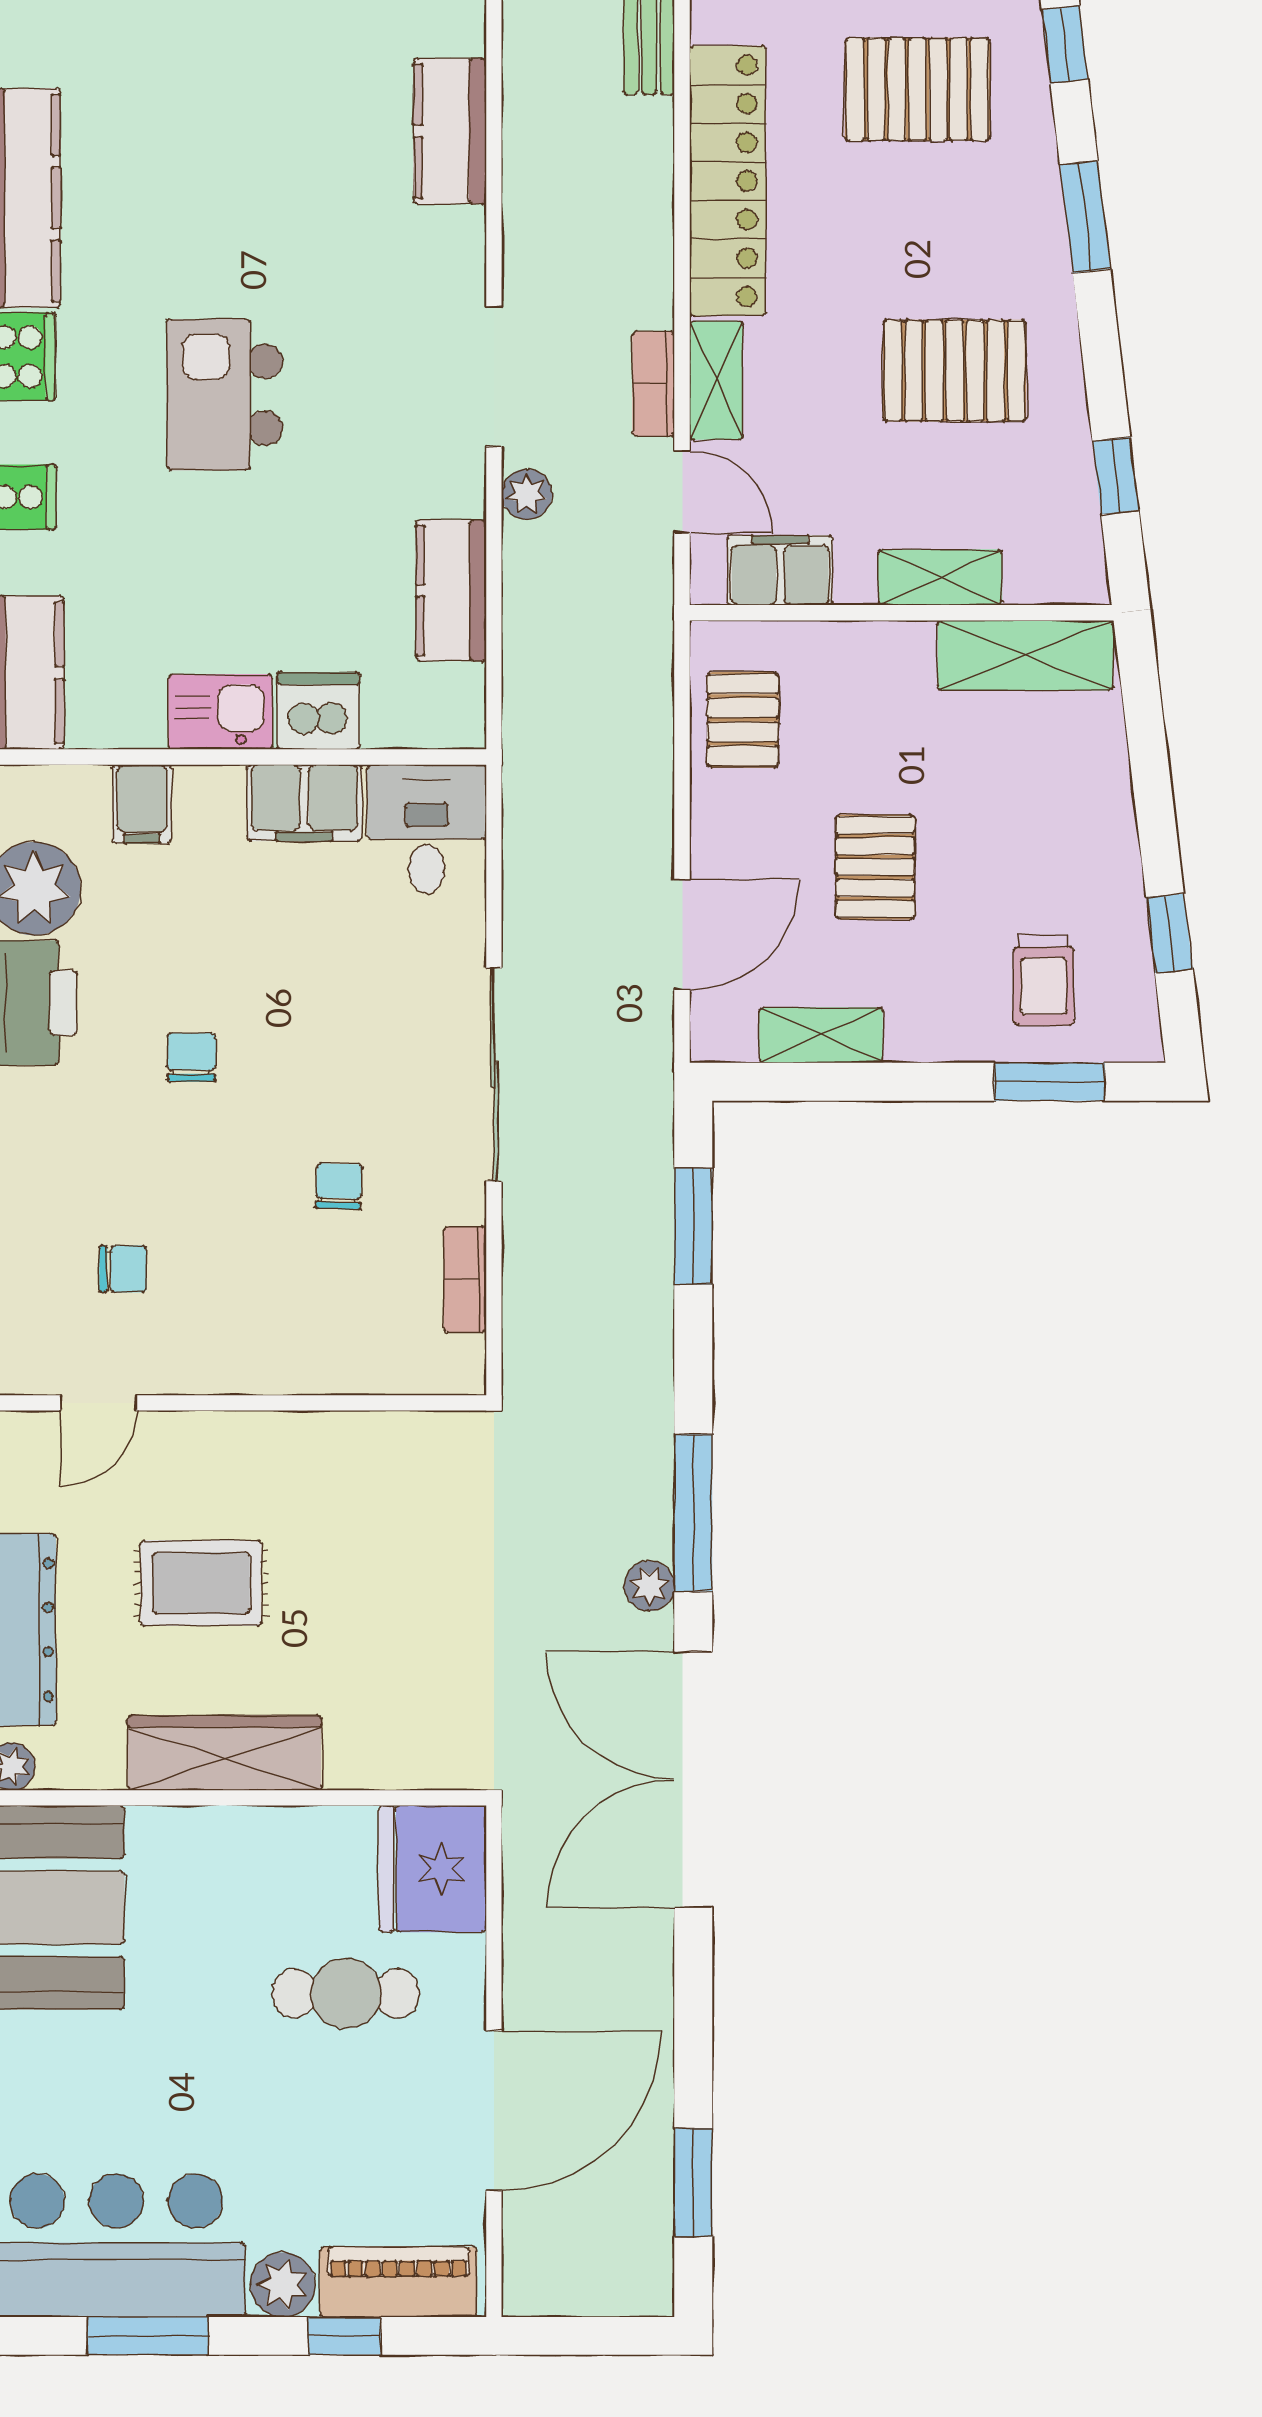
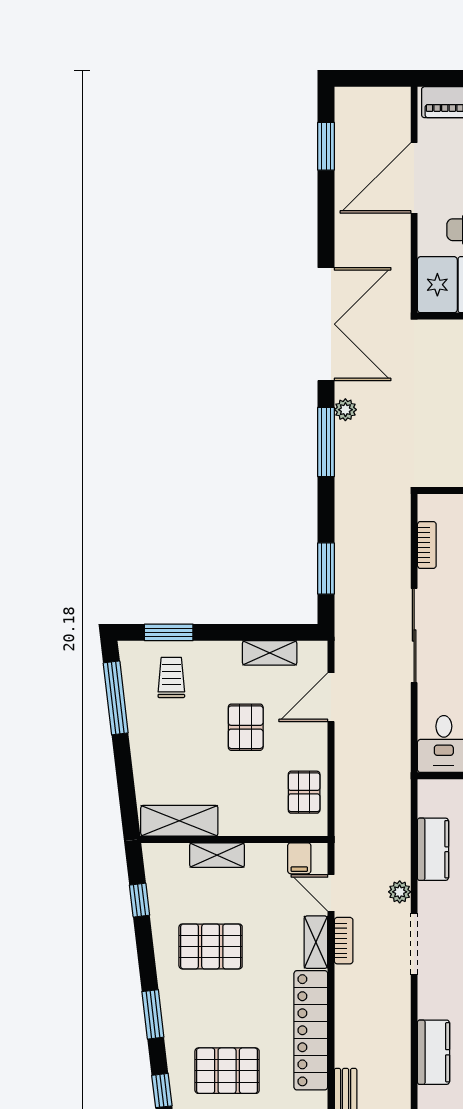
filing cabinet: (780, 570) -> (299, 858), width x0.50
window: (1169, 933) -> (116, 698), width x2.17

